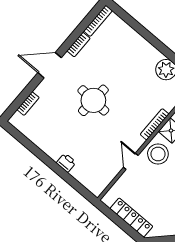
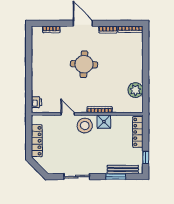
door: (131, 161) -> (68, 114), hinge flipped
printer: (66, 163) -> (37, 102), moved

